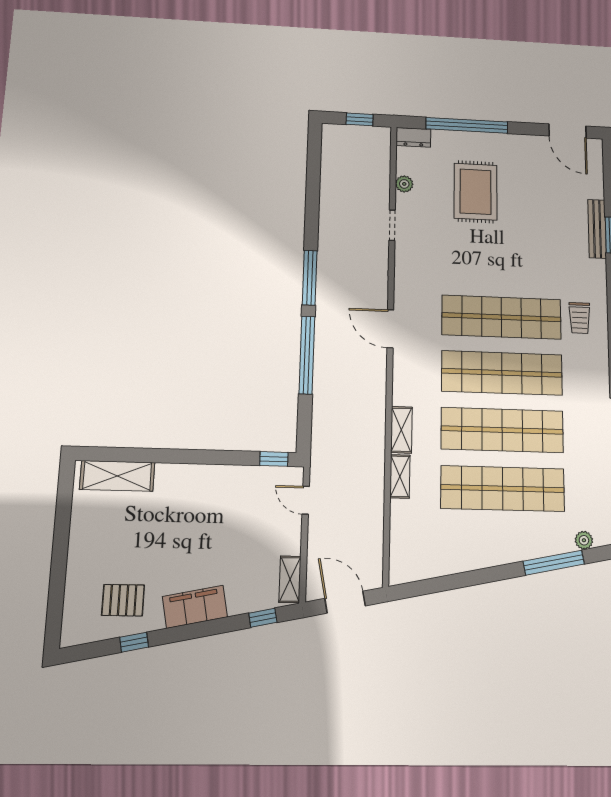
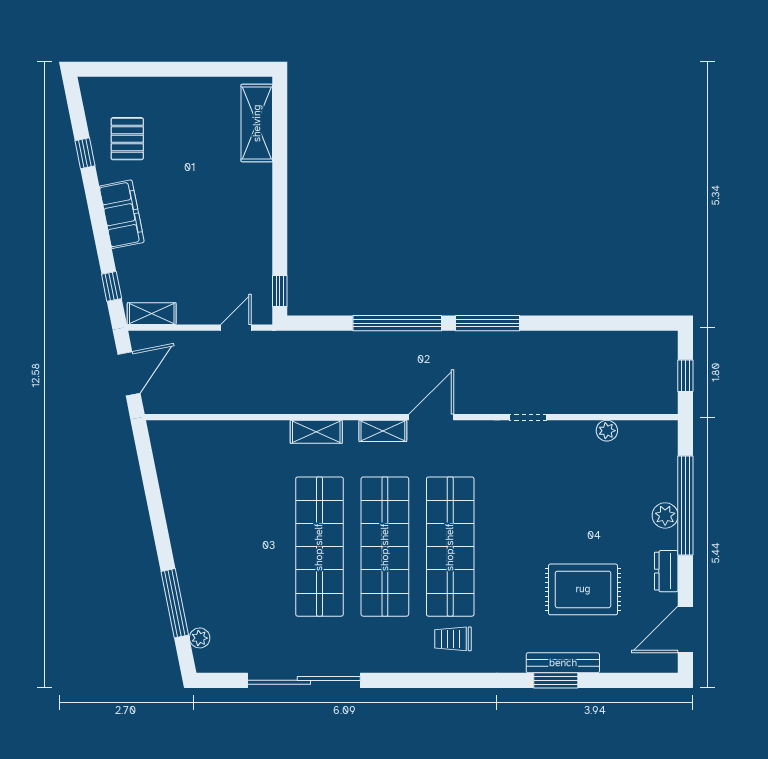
dresser: (413, 137) -> (666, 571), moved
plant: (475, 142) -> (665, 515), added
rug: (476, 192) -> (583, 589), moved
doorway: (392, 225) -> (528, 417), moved
shelving: (400, 476) -> (383, 431), moved
shop shelf: (503, 489) -> (254, 547), removed

